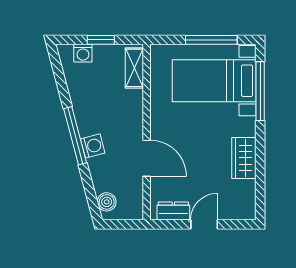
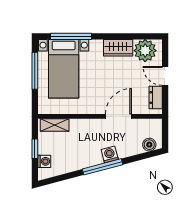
plant: (240, 196) -> (145, 51), added

